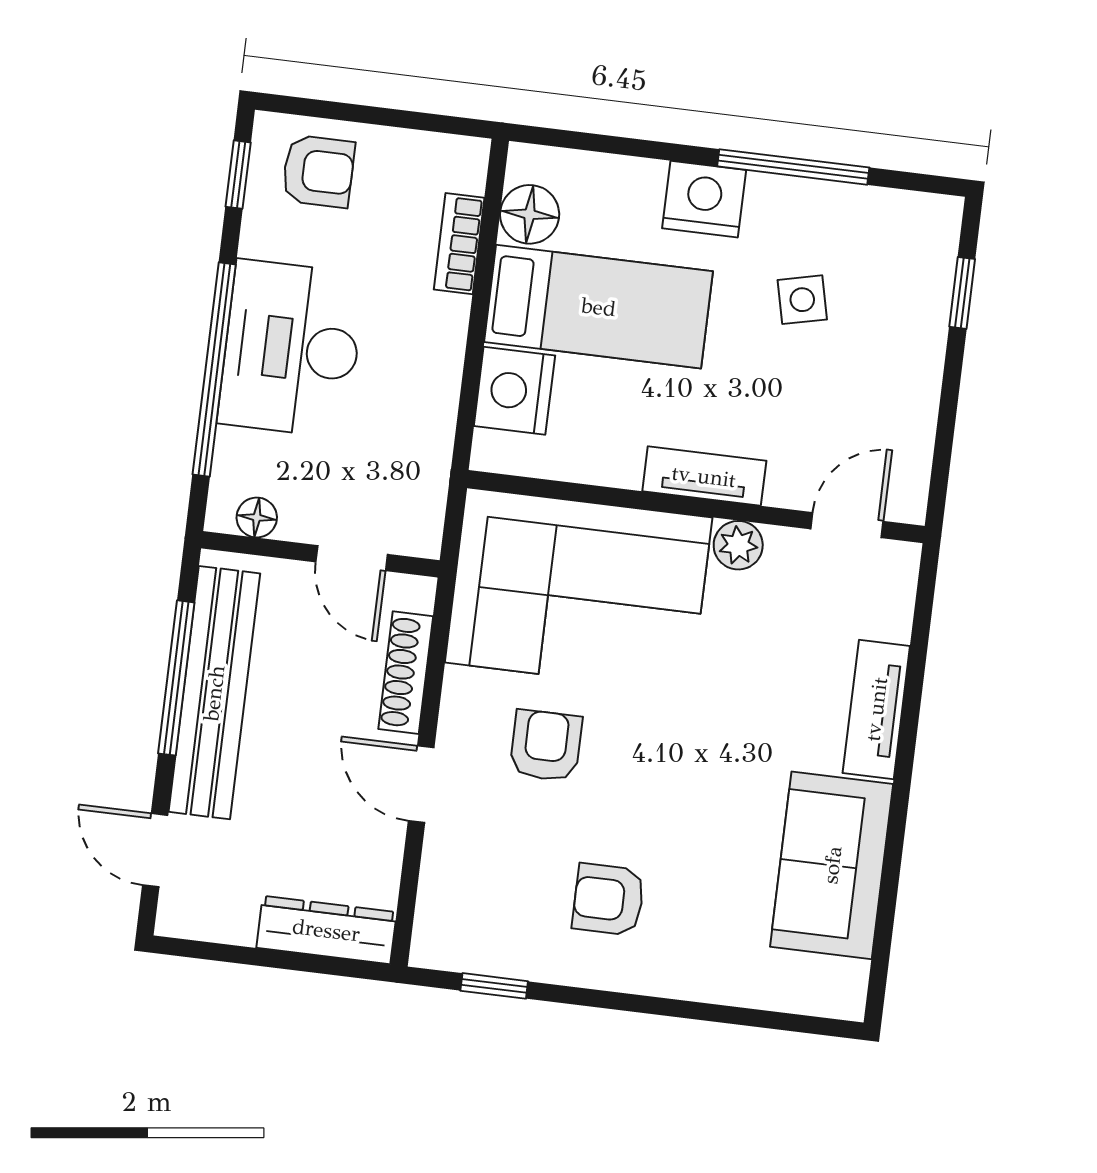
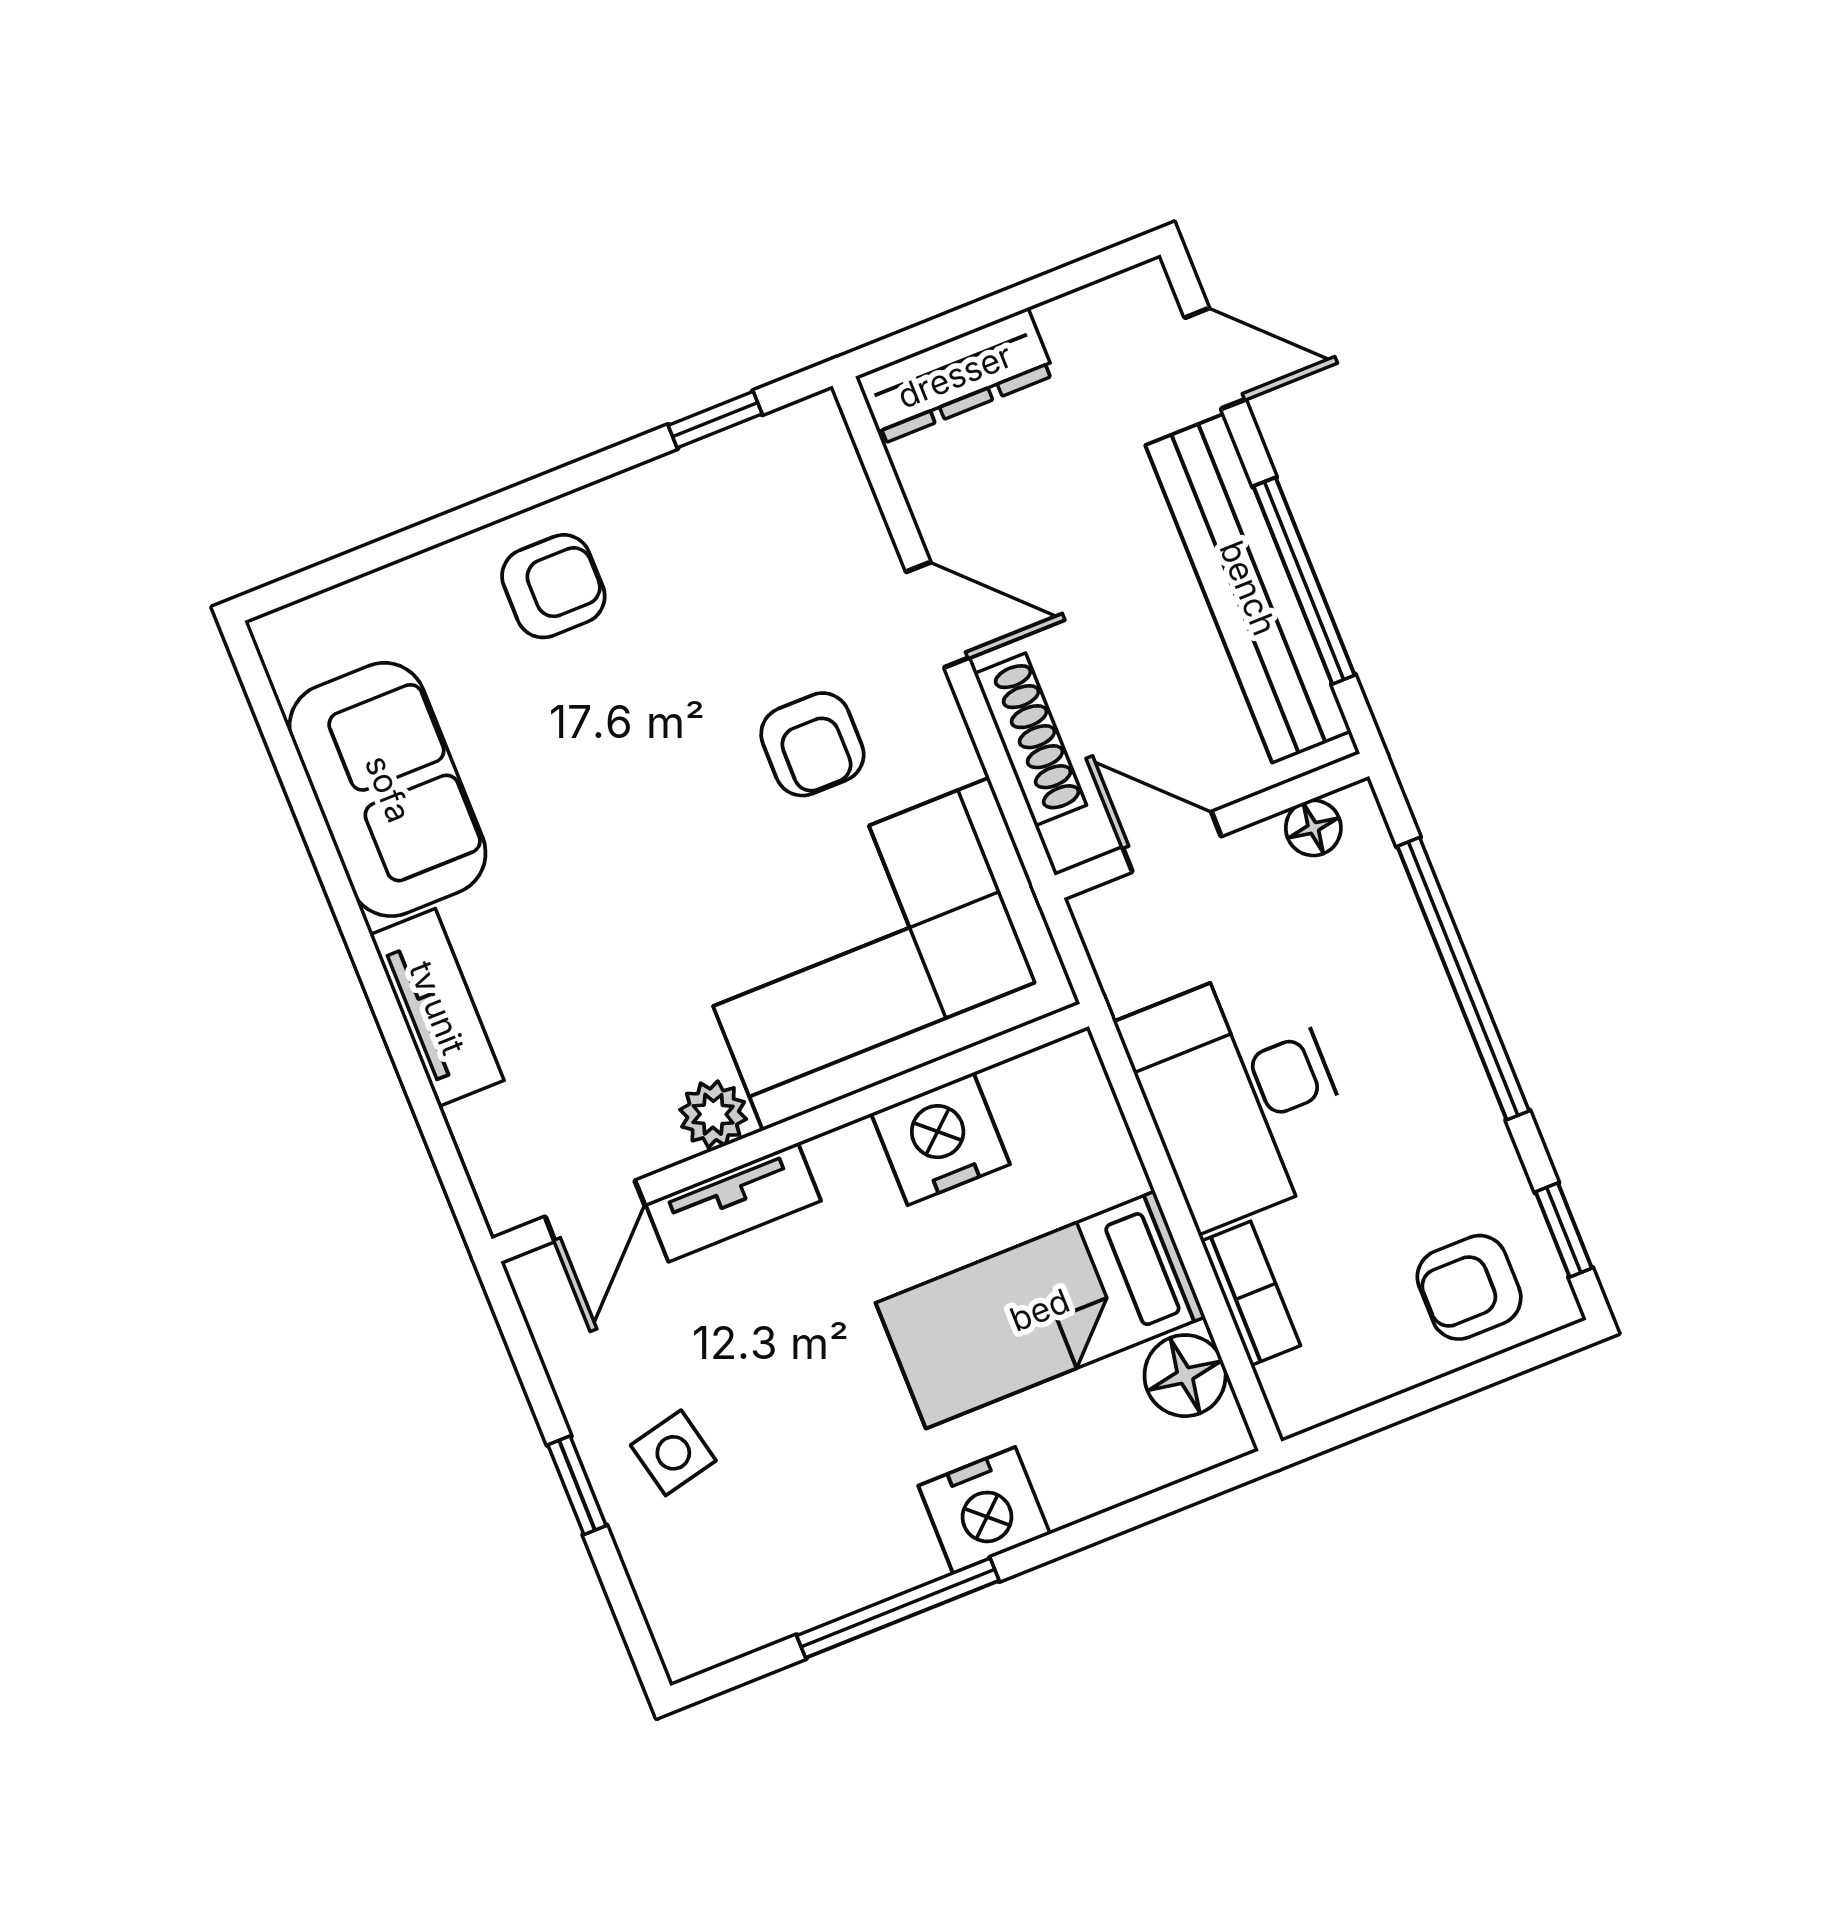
window: (962, 293) -> (577, 1485), moved
side table: (802, 300) -> (673, 1453), moved
desk: (291, 349) -> (1240, 1095), moved, turned 180
nightstand: (514, 391) -> (941, 1139), moved, turned -90
tv unit: (704, 476) -> (733, 1202), moved
armchair: (609, 899) -> (553, 586), moved

